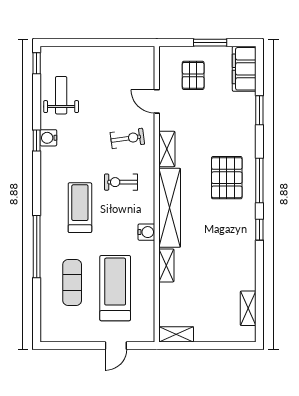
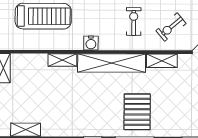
exercise bike: (127, 138) -> (171, 27), turned 58
pallet: (227, 178) -> (137, 112), turned 90

